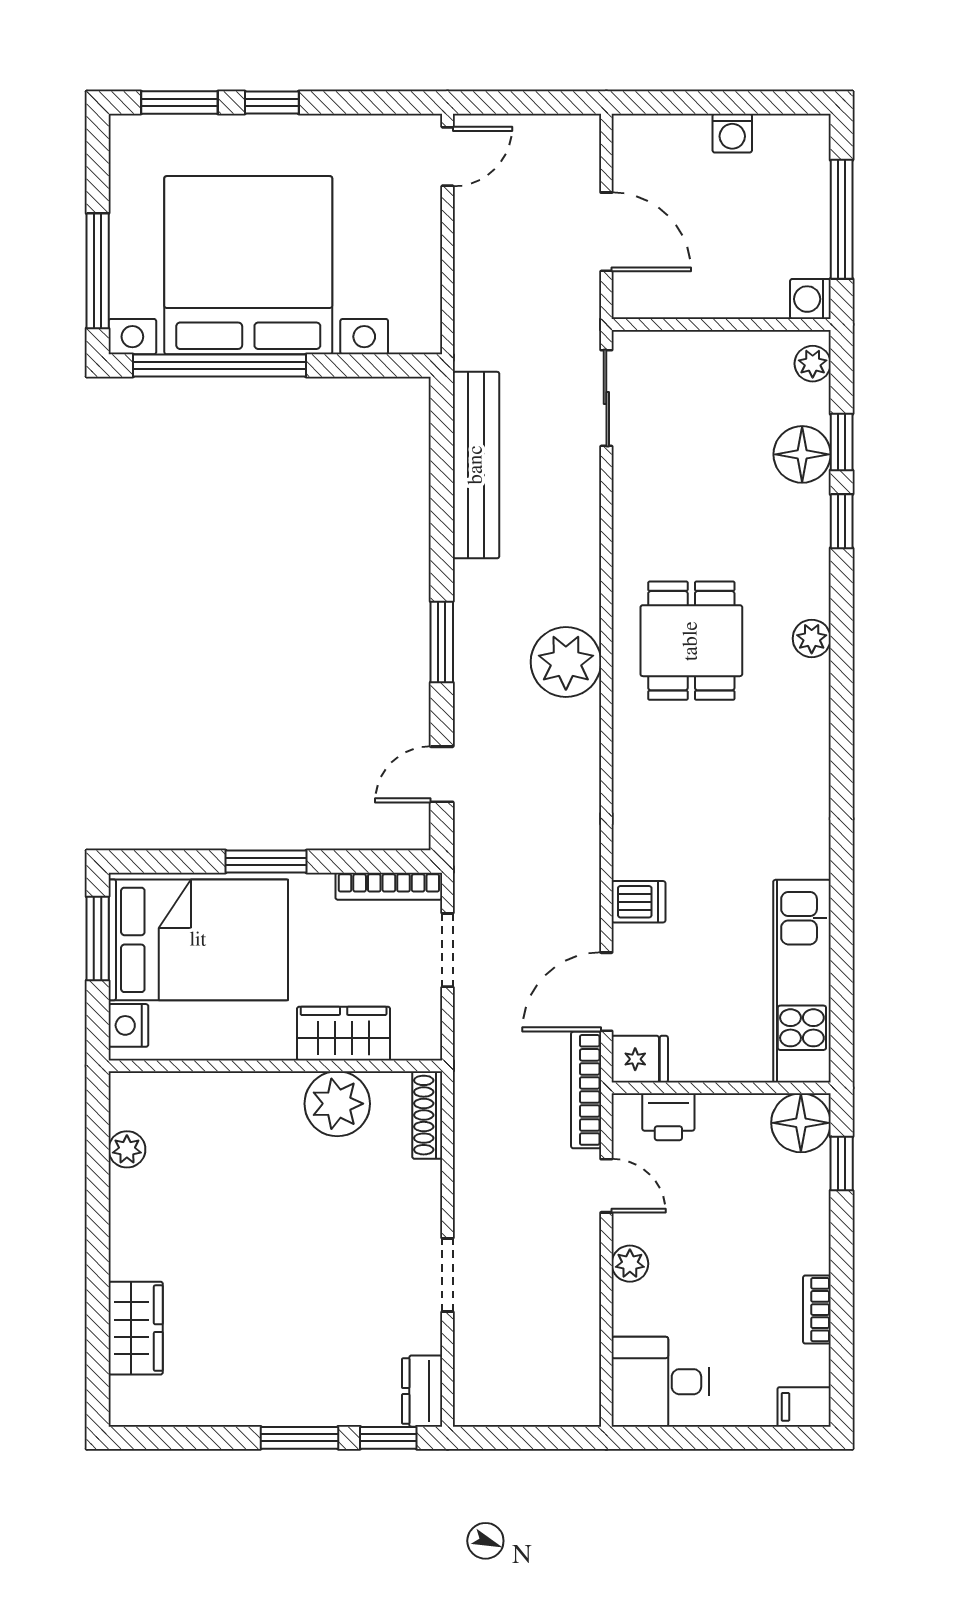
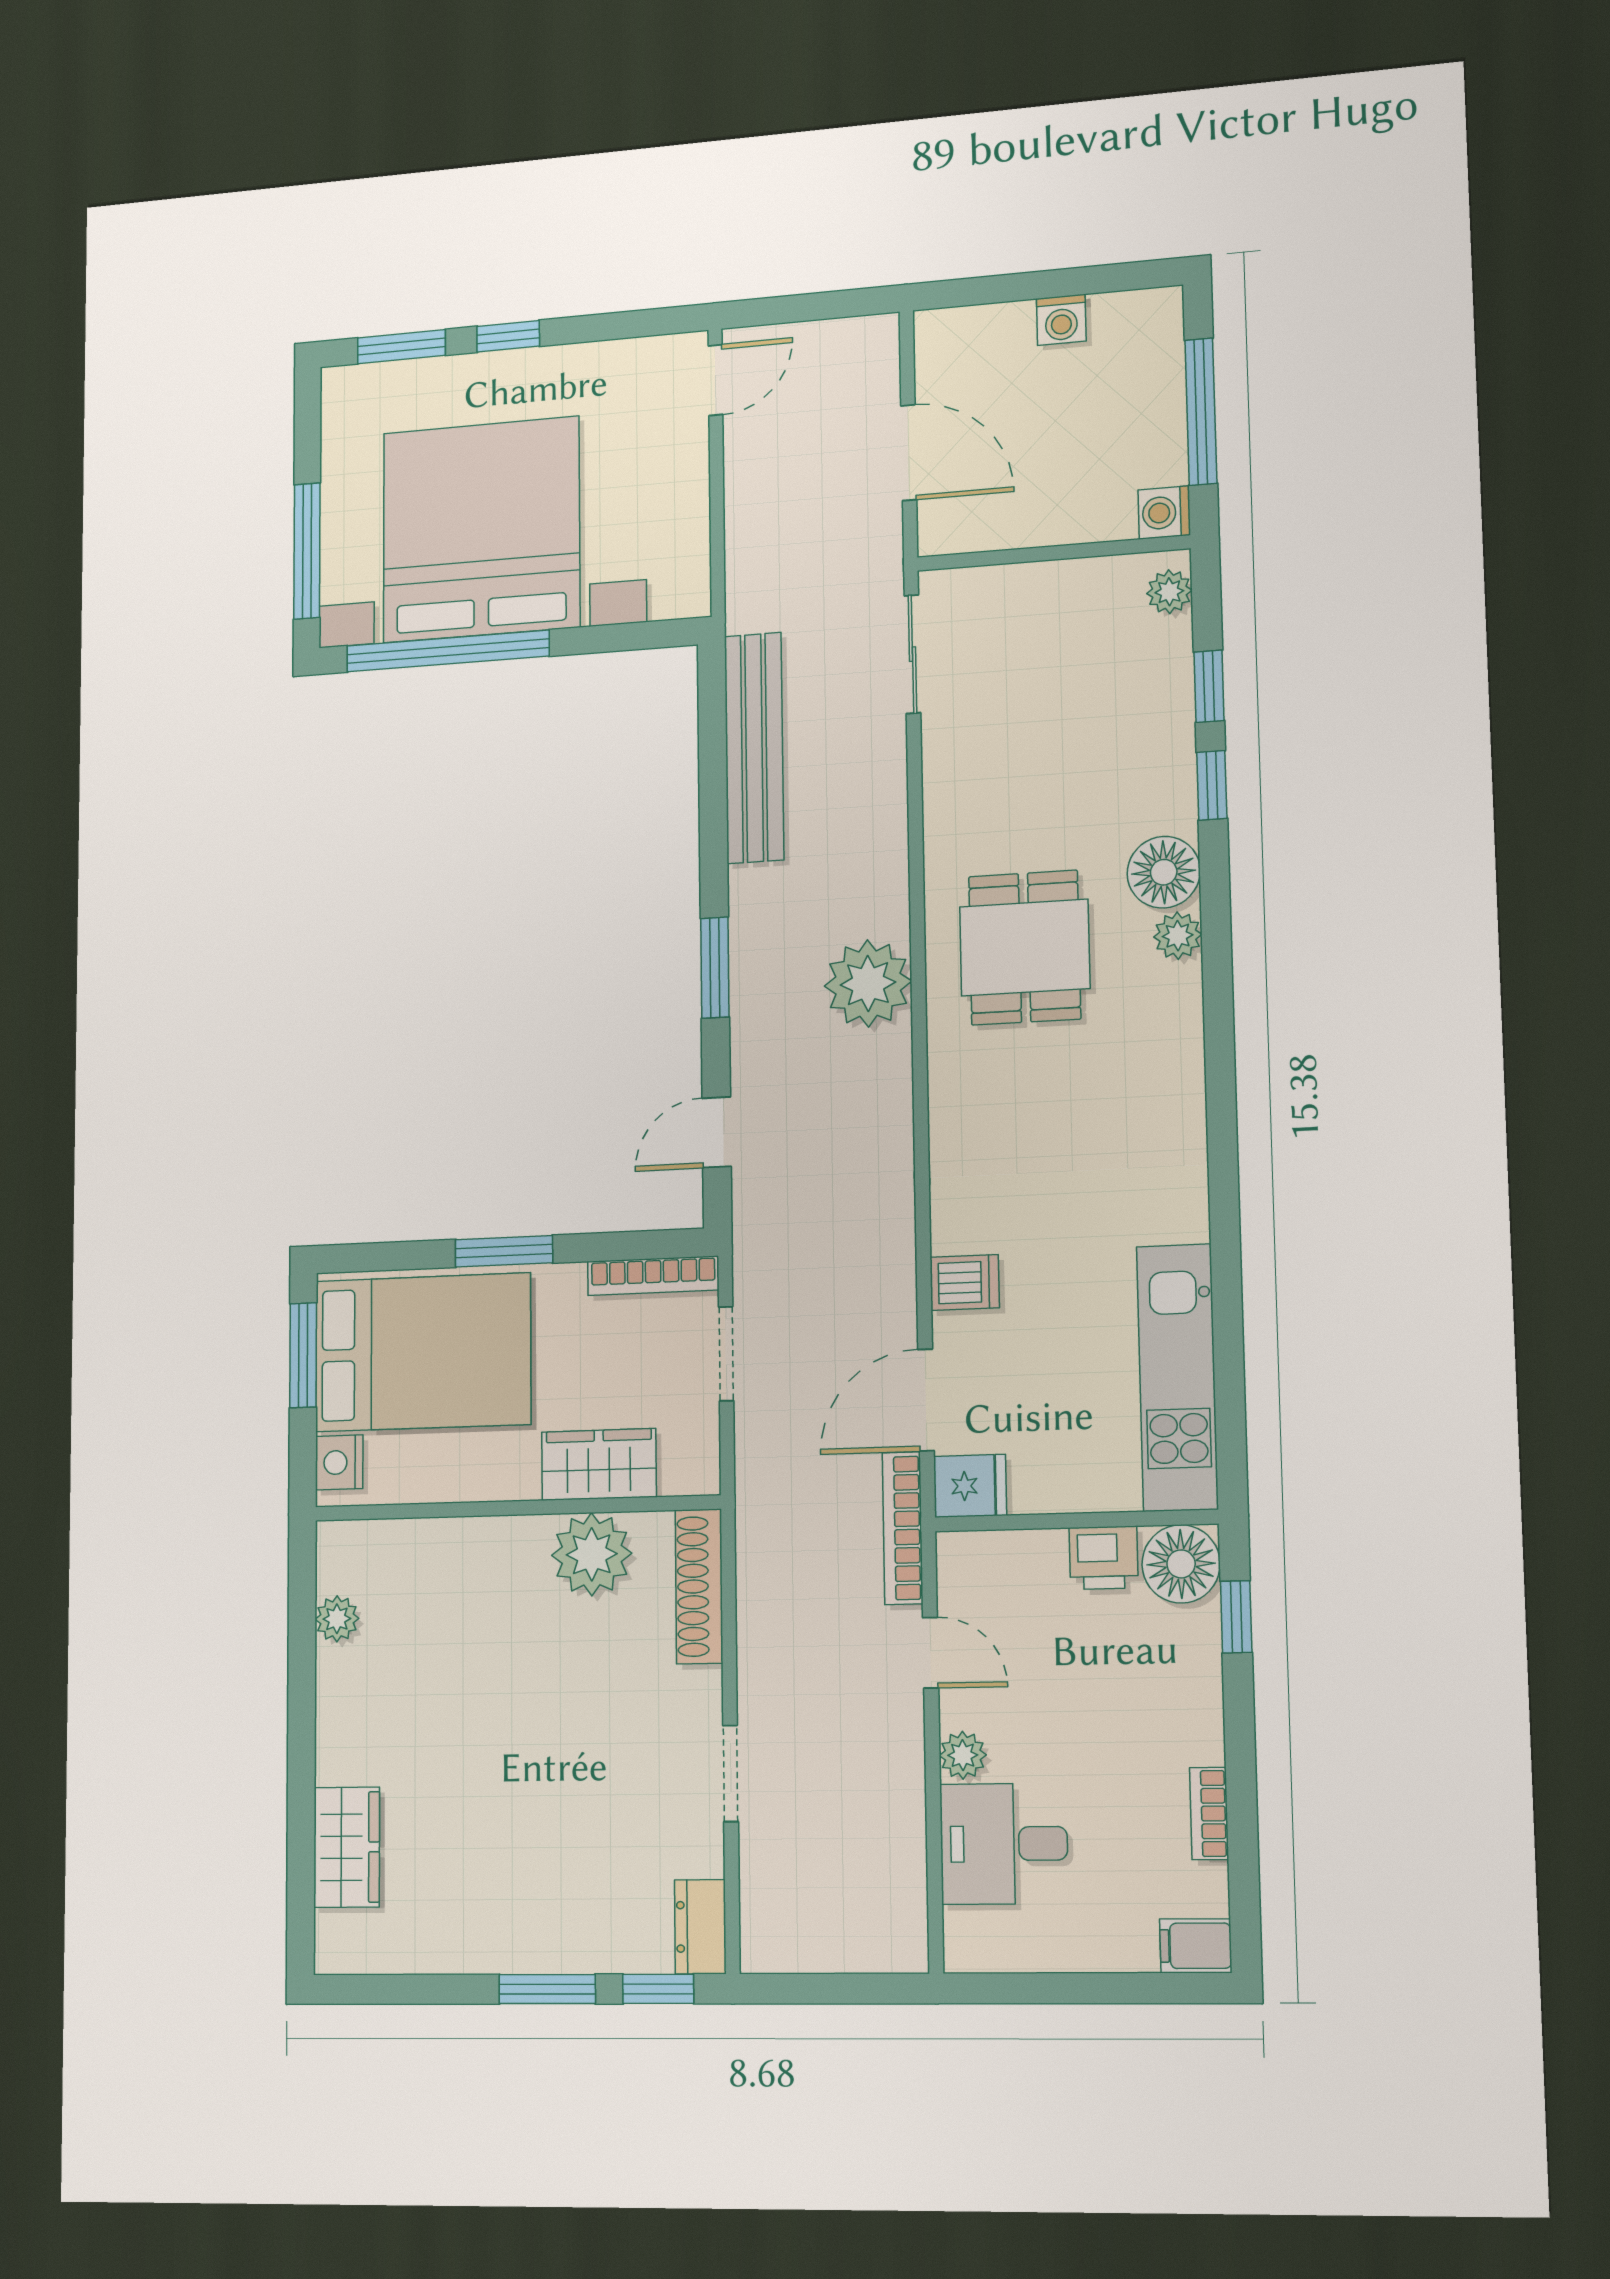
floor lamp: (802, 454) -> (1164, 872), moved
shoe rack: (427, 1115) -> (699, 1586), width x1.36, depth x1.24
printer: (668, 1117) -> (1104, 1558), moved
desk: (660, 1382) -> (1004, 1844), moved

